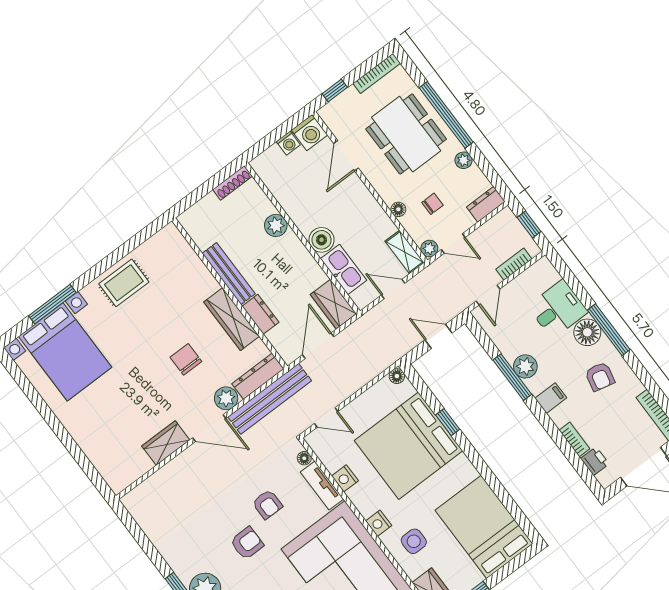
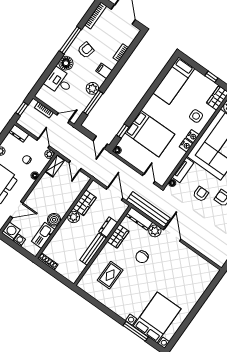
plant: (276, 225) -> (74, 217), moved
boiler: (322, 240) -> (54, 220), moved
kitchen sink: (343, 270) -> (43, 235), moved
rug: (124, 283) -> (110, 275), moved, turned 90
wardrobe: (333, 304) -> (85, 203), moved
wardrobe: (232, 319) -> (118, 236), width x0.67
window: (609, 330) -> (70, 40), moved
door: (439, 336) -> (100, 142), moved
door: (318, 346) -> (115, 194), swing flipped
window: (512, 377) -> (93, 103), moved
window: (448, 422) -> (123, 131), moved
wardrobe: (166, 443) -> (186, 254), removed
bed: (409, 446) -> (150, 134), width x0.73
printer: (595, 461) -> (128, 39), removed
nightstand: (345, 478) -> (186, 145), moved
bed: (484, 527) -> (174, 81), width x0.67

